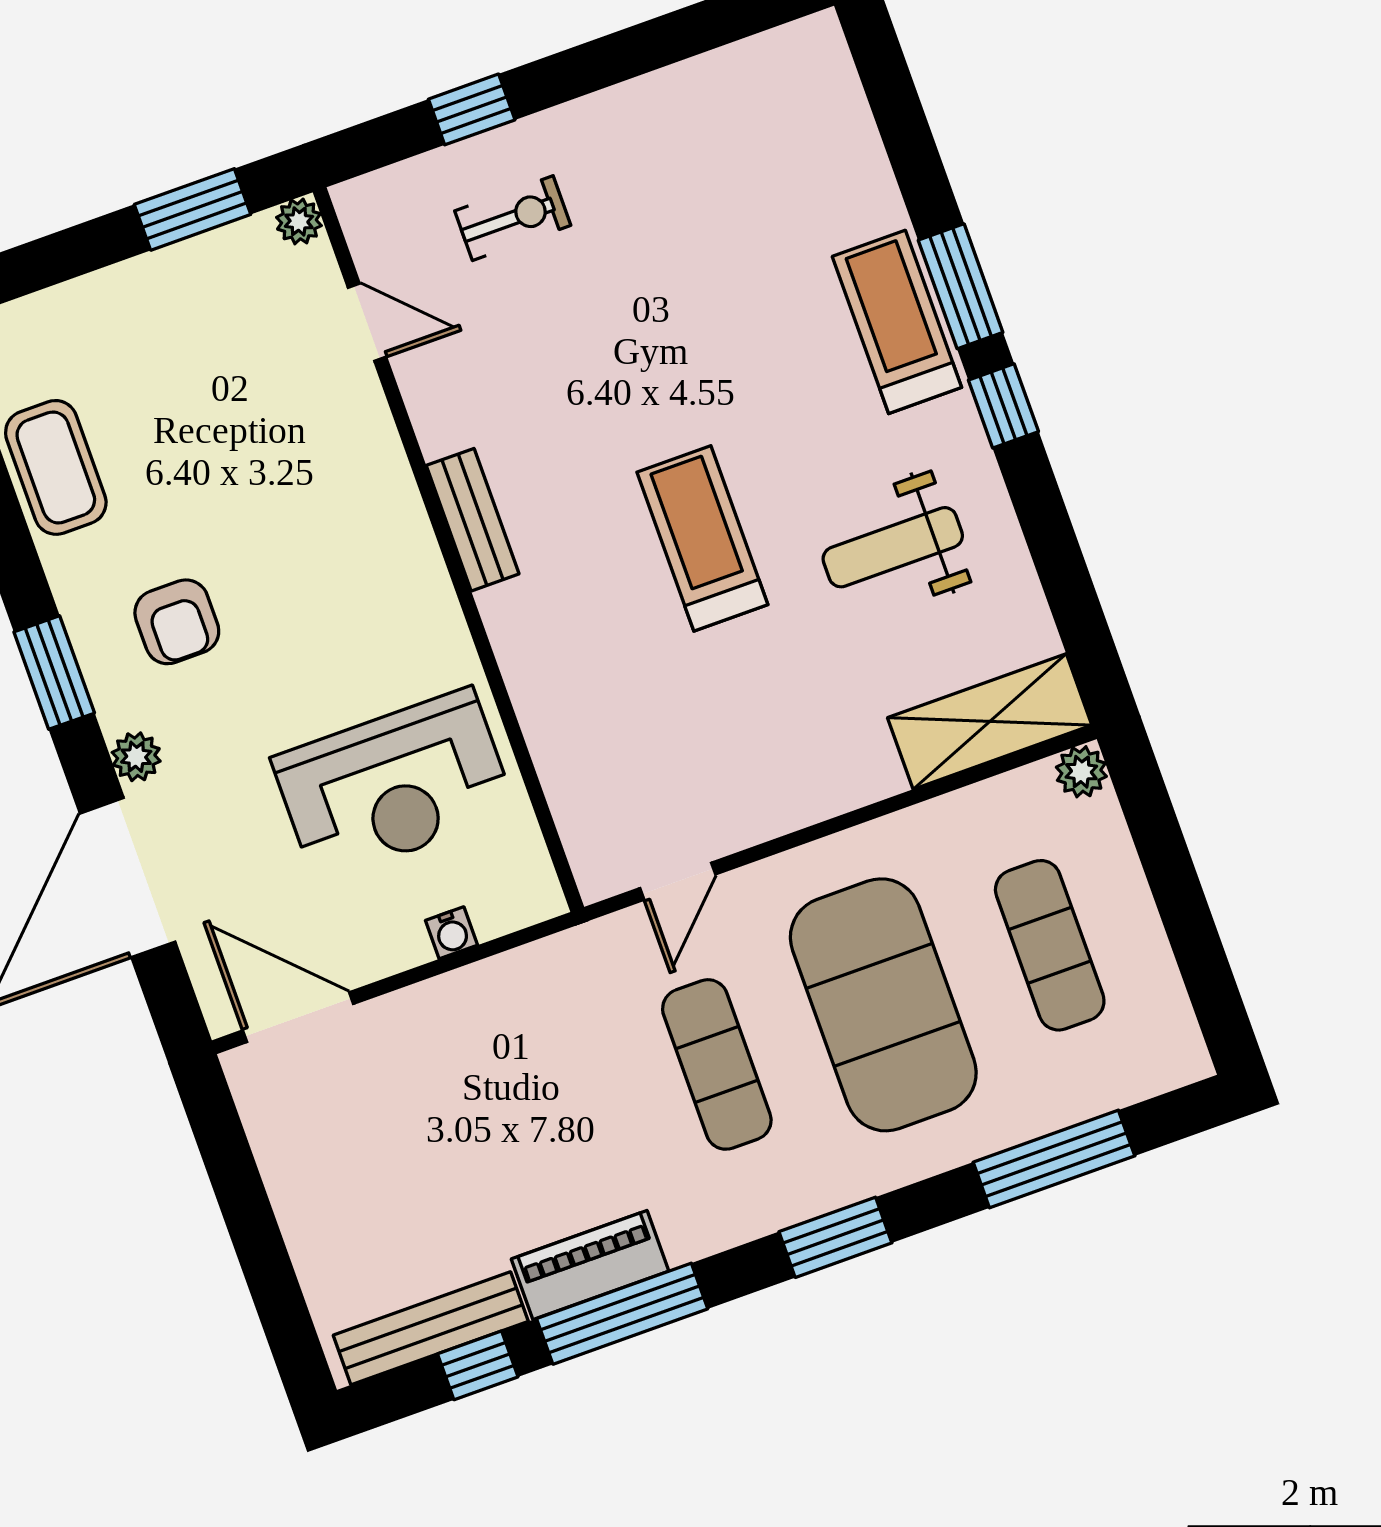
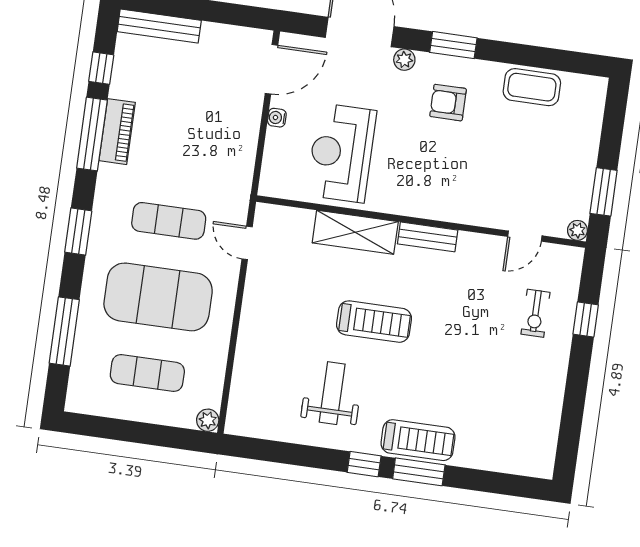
shelving: (990, 721) -> (355, 232), moved, turned 90
water cooler: (451, 933) -> (277, 118), moved
bench: (431, 1328) -> (159, 26), moved, turned 90

